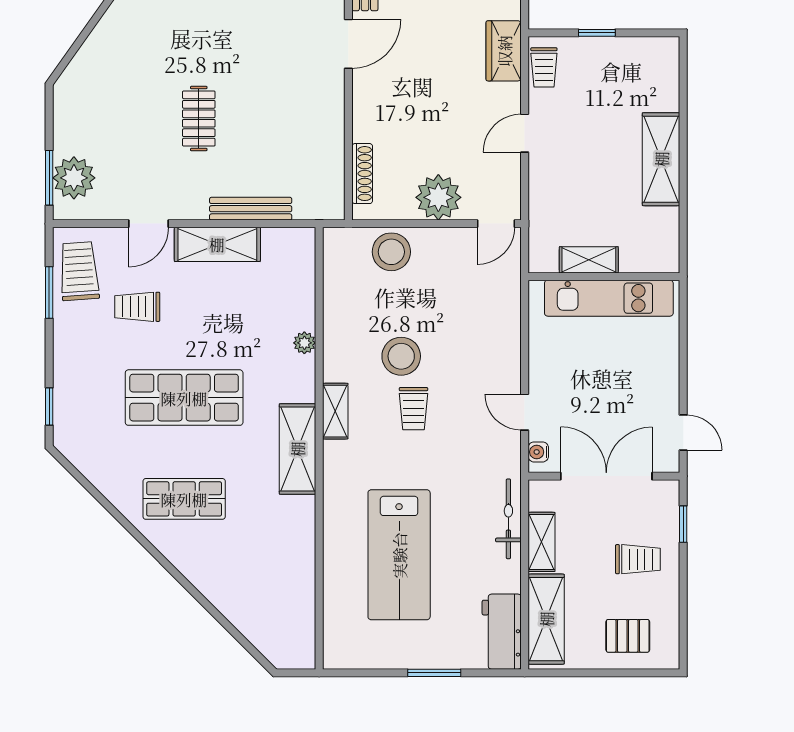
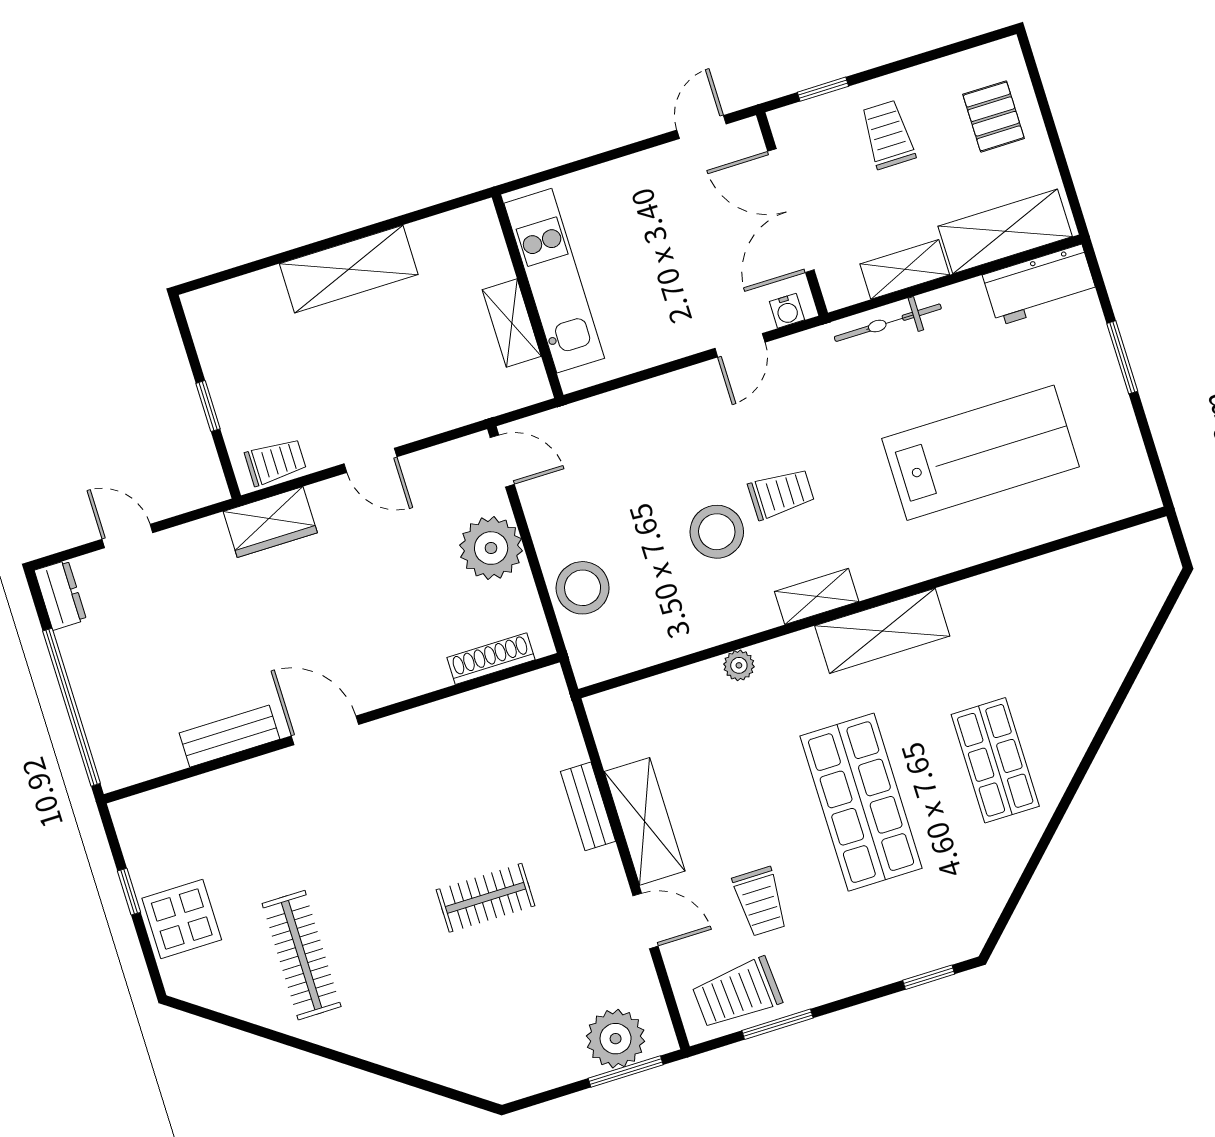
bench: (251, 209) -> (588, 806), width x0.73

